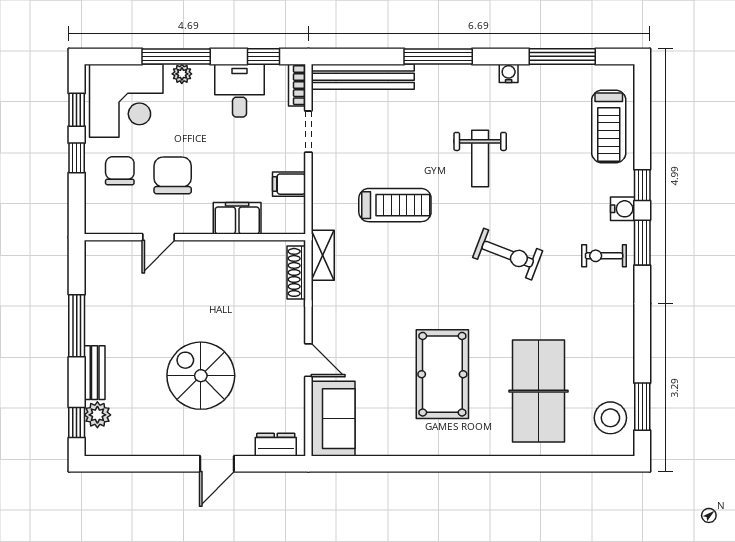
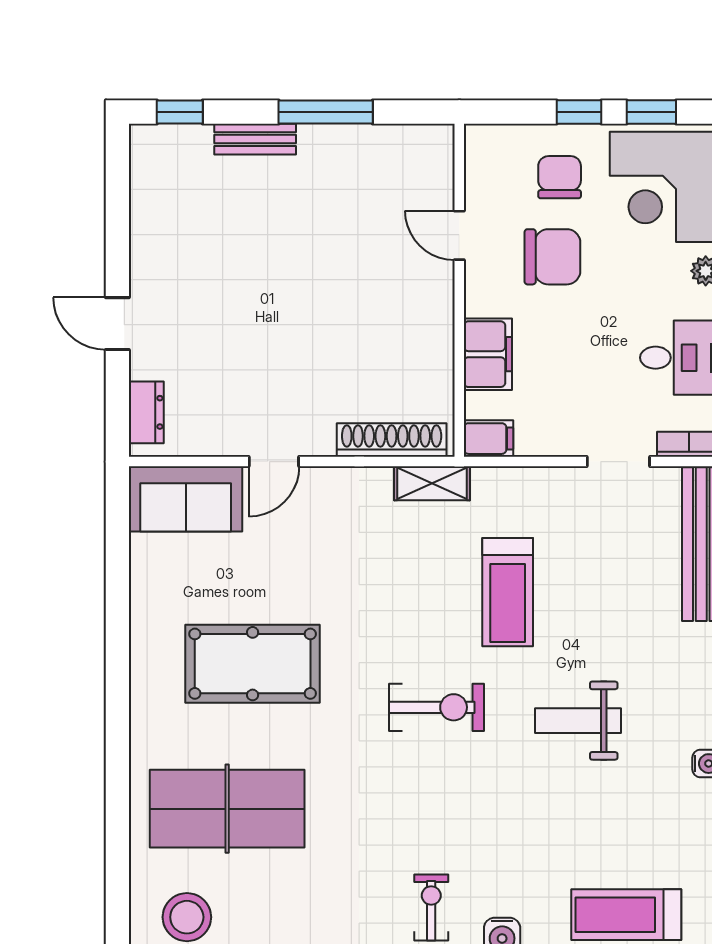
chair: (120, 171) -> (560, 177), turned -90
filing cabinet: (289, 184) -> (489, 439), moved, turned 90
exercise bike: (508, 254) -> (437, 707), moved, turned -111
shoe rack: (296, 272) -> (392, 440), width x1.36, depth x1.24
spiral stairs: (201, 376) -> (250, 299), removed
plant: (97, 415) -> (191, 143), removed

